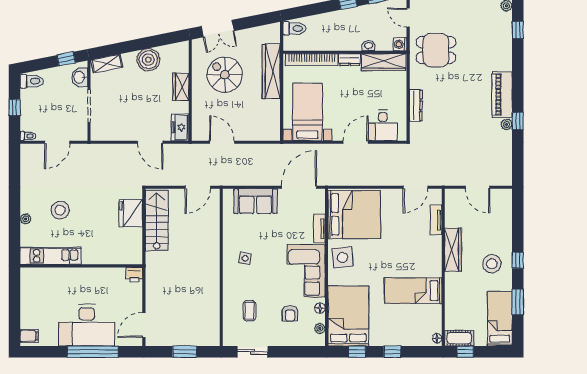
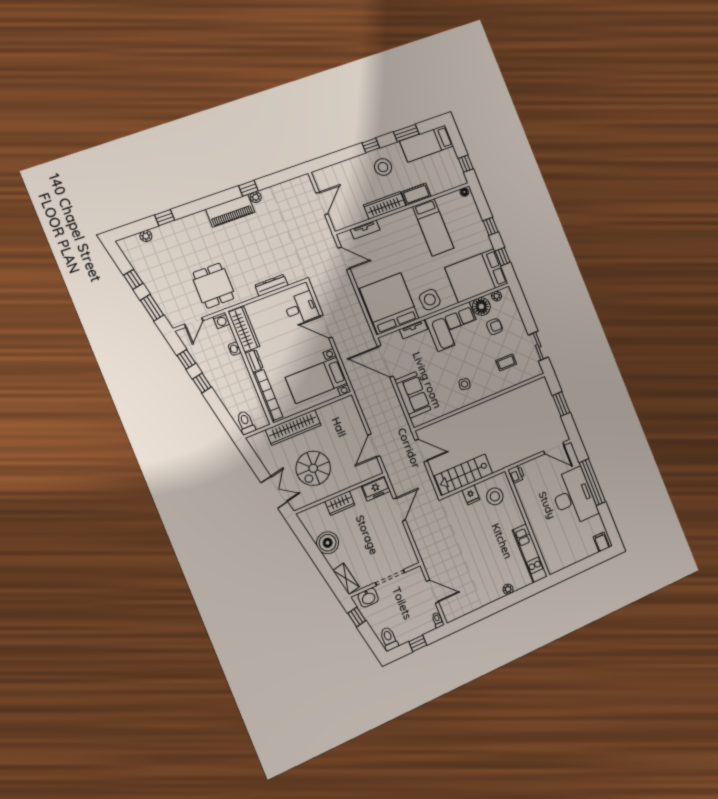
stool: (60, 210) -> (495, 496), moved
fridge: (131, 213) -> (471, 495), width x0.53, depth x0.75
floor lamp: (320, 308) -> (481, 306), width x1.89, depth x1.89
cot: (459, 338) -> (416, 194), moved, turned 90

